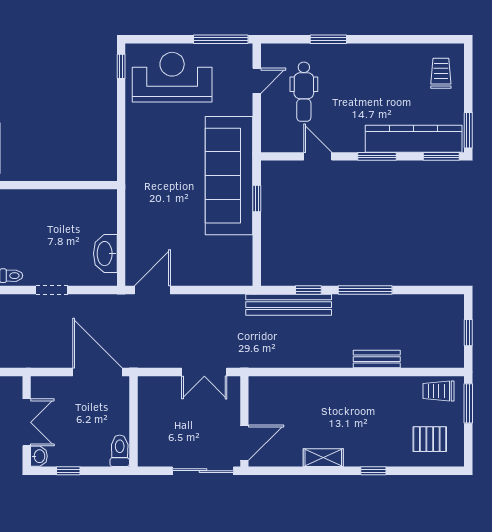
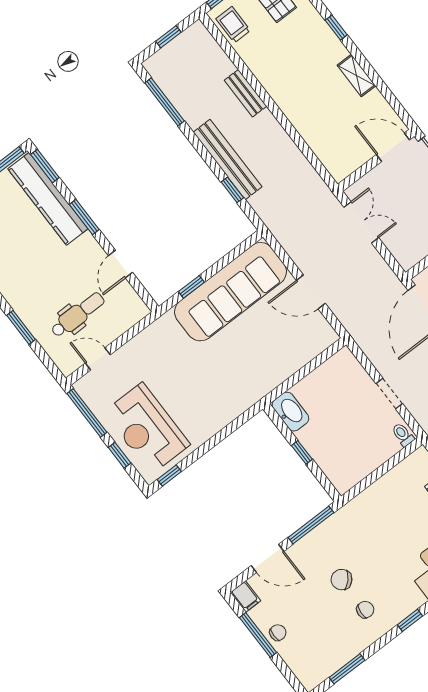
window: (167, 39) -> (120, 455), added
sofa: (229, 176) -> (230, 292), moved
window: (59, 185) -> (302, 452), added
washbasin: (105, 254) -> (290, 412), moved, turned -90
door: (152, 290) -> (311, 292), moved
window: (365, 290) -> (165, 102), moved
bench: (289, 305) -> (228, 159), moved
trolley: (438, 391) -> (233, 25), turned 180

